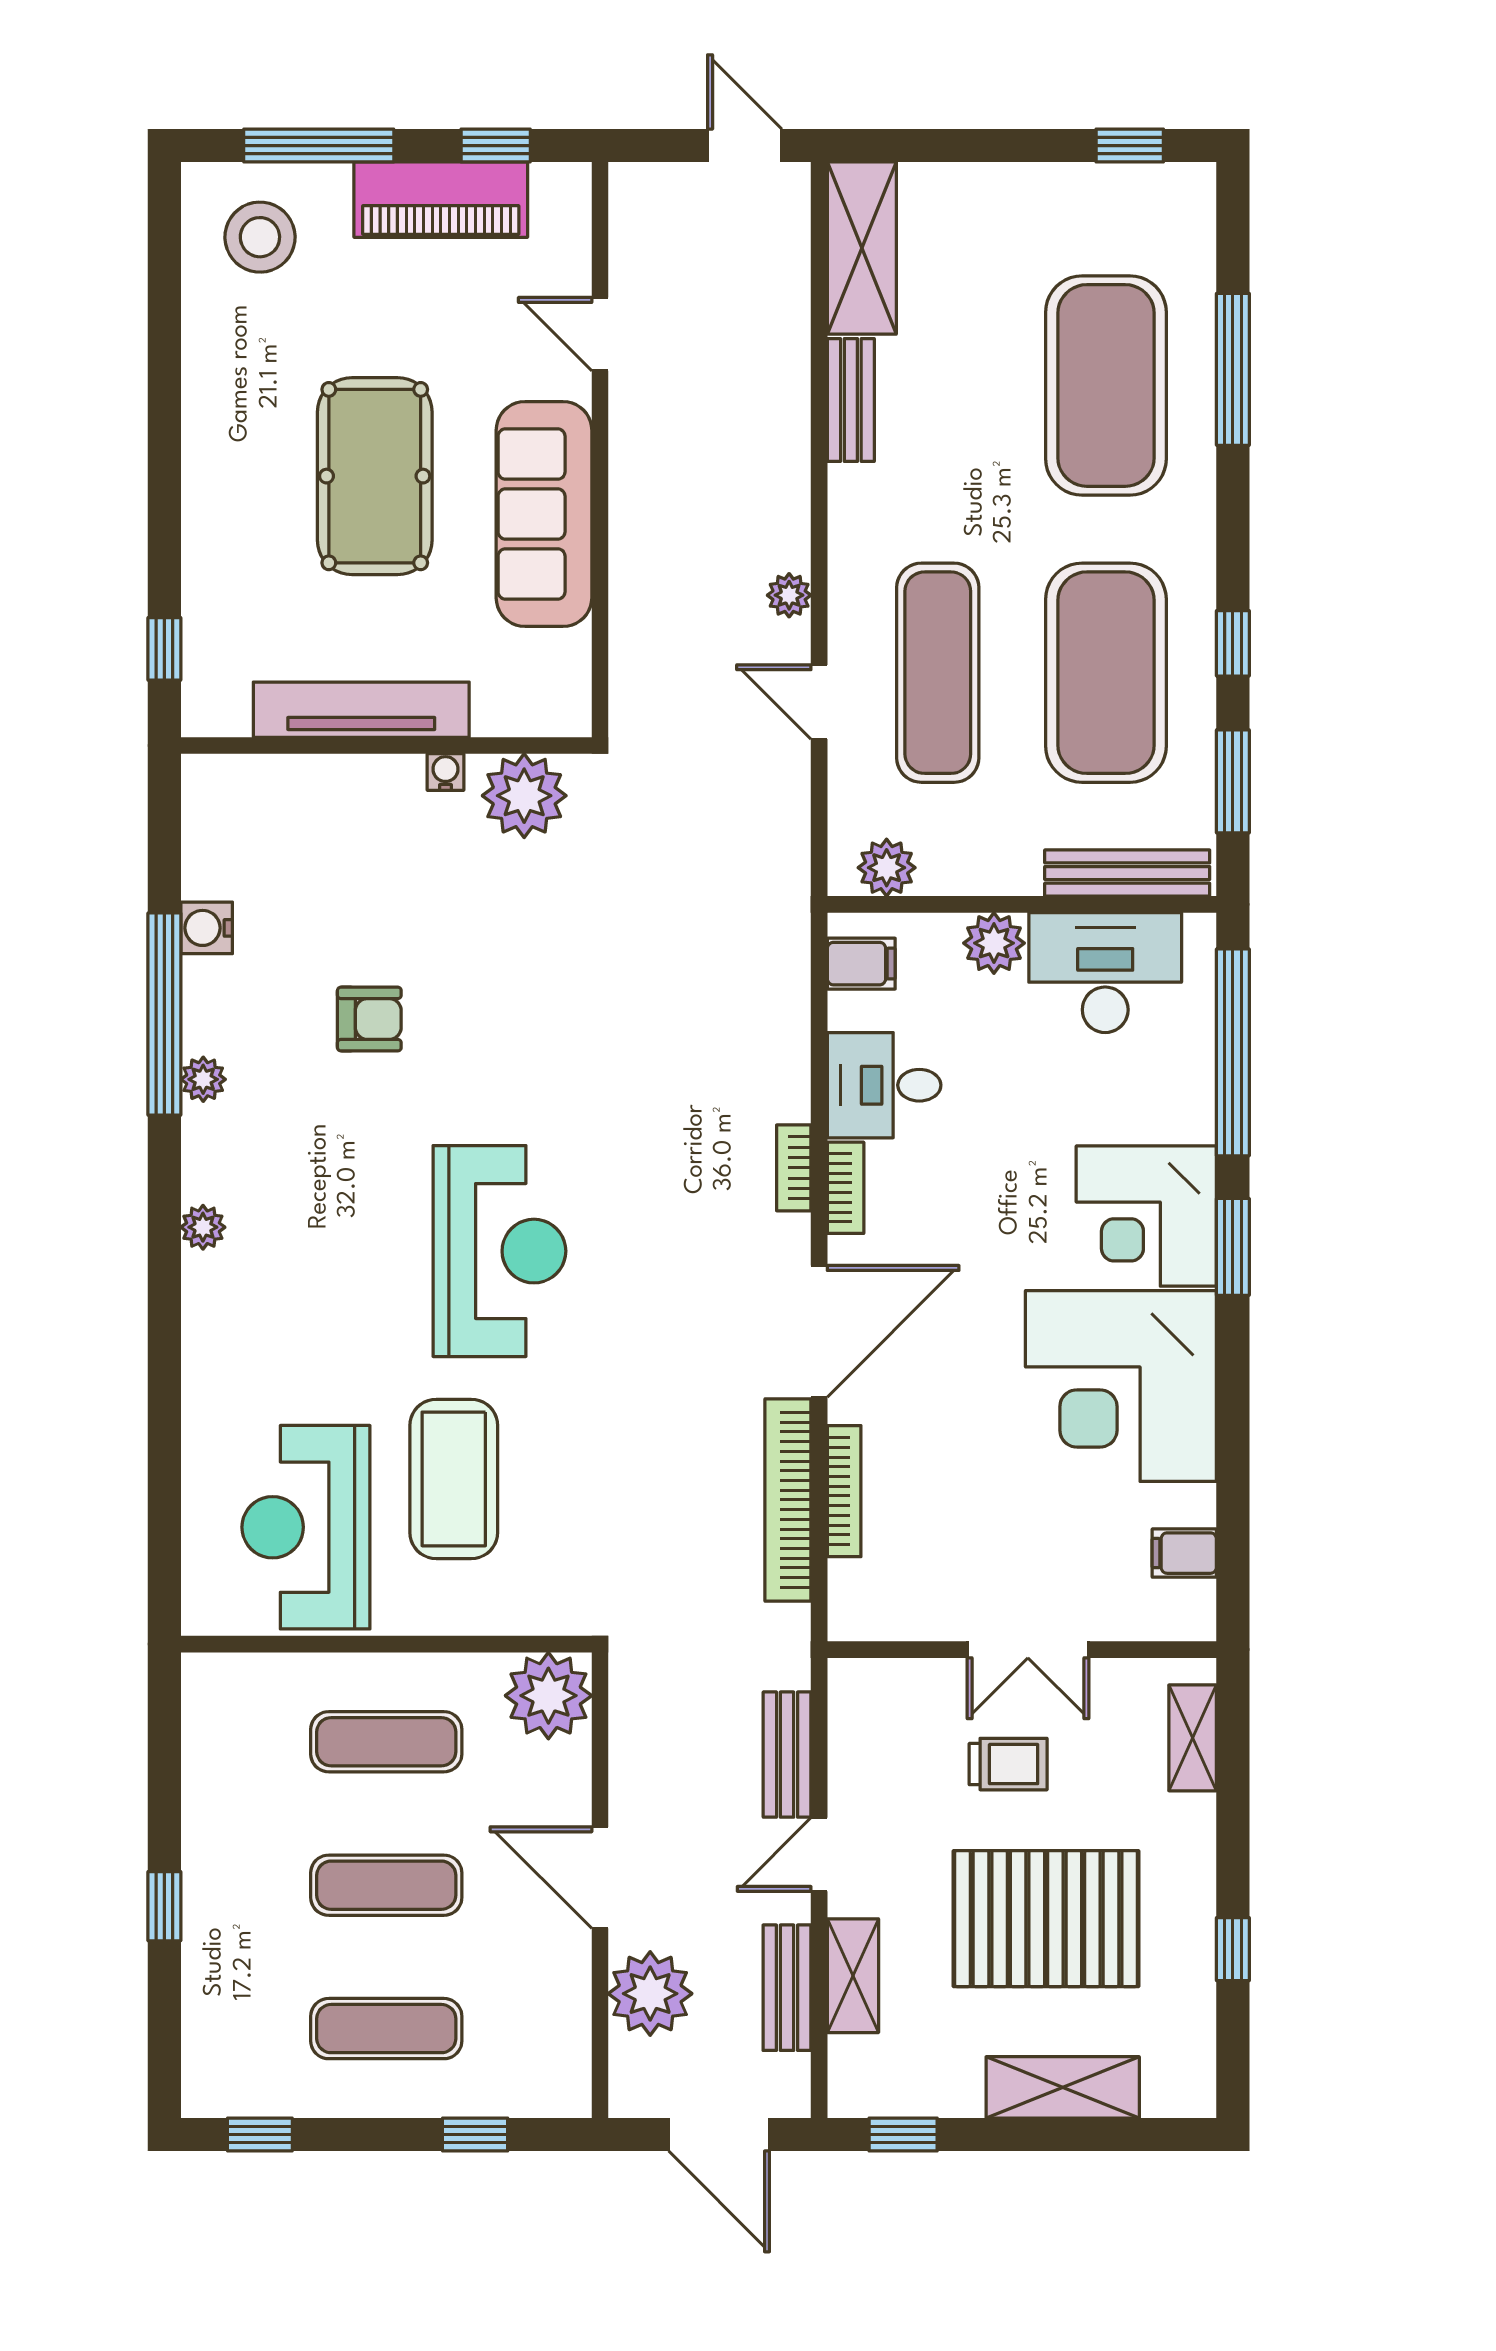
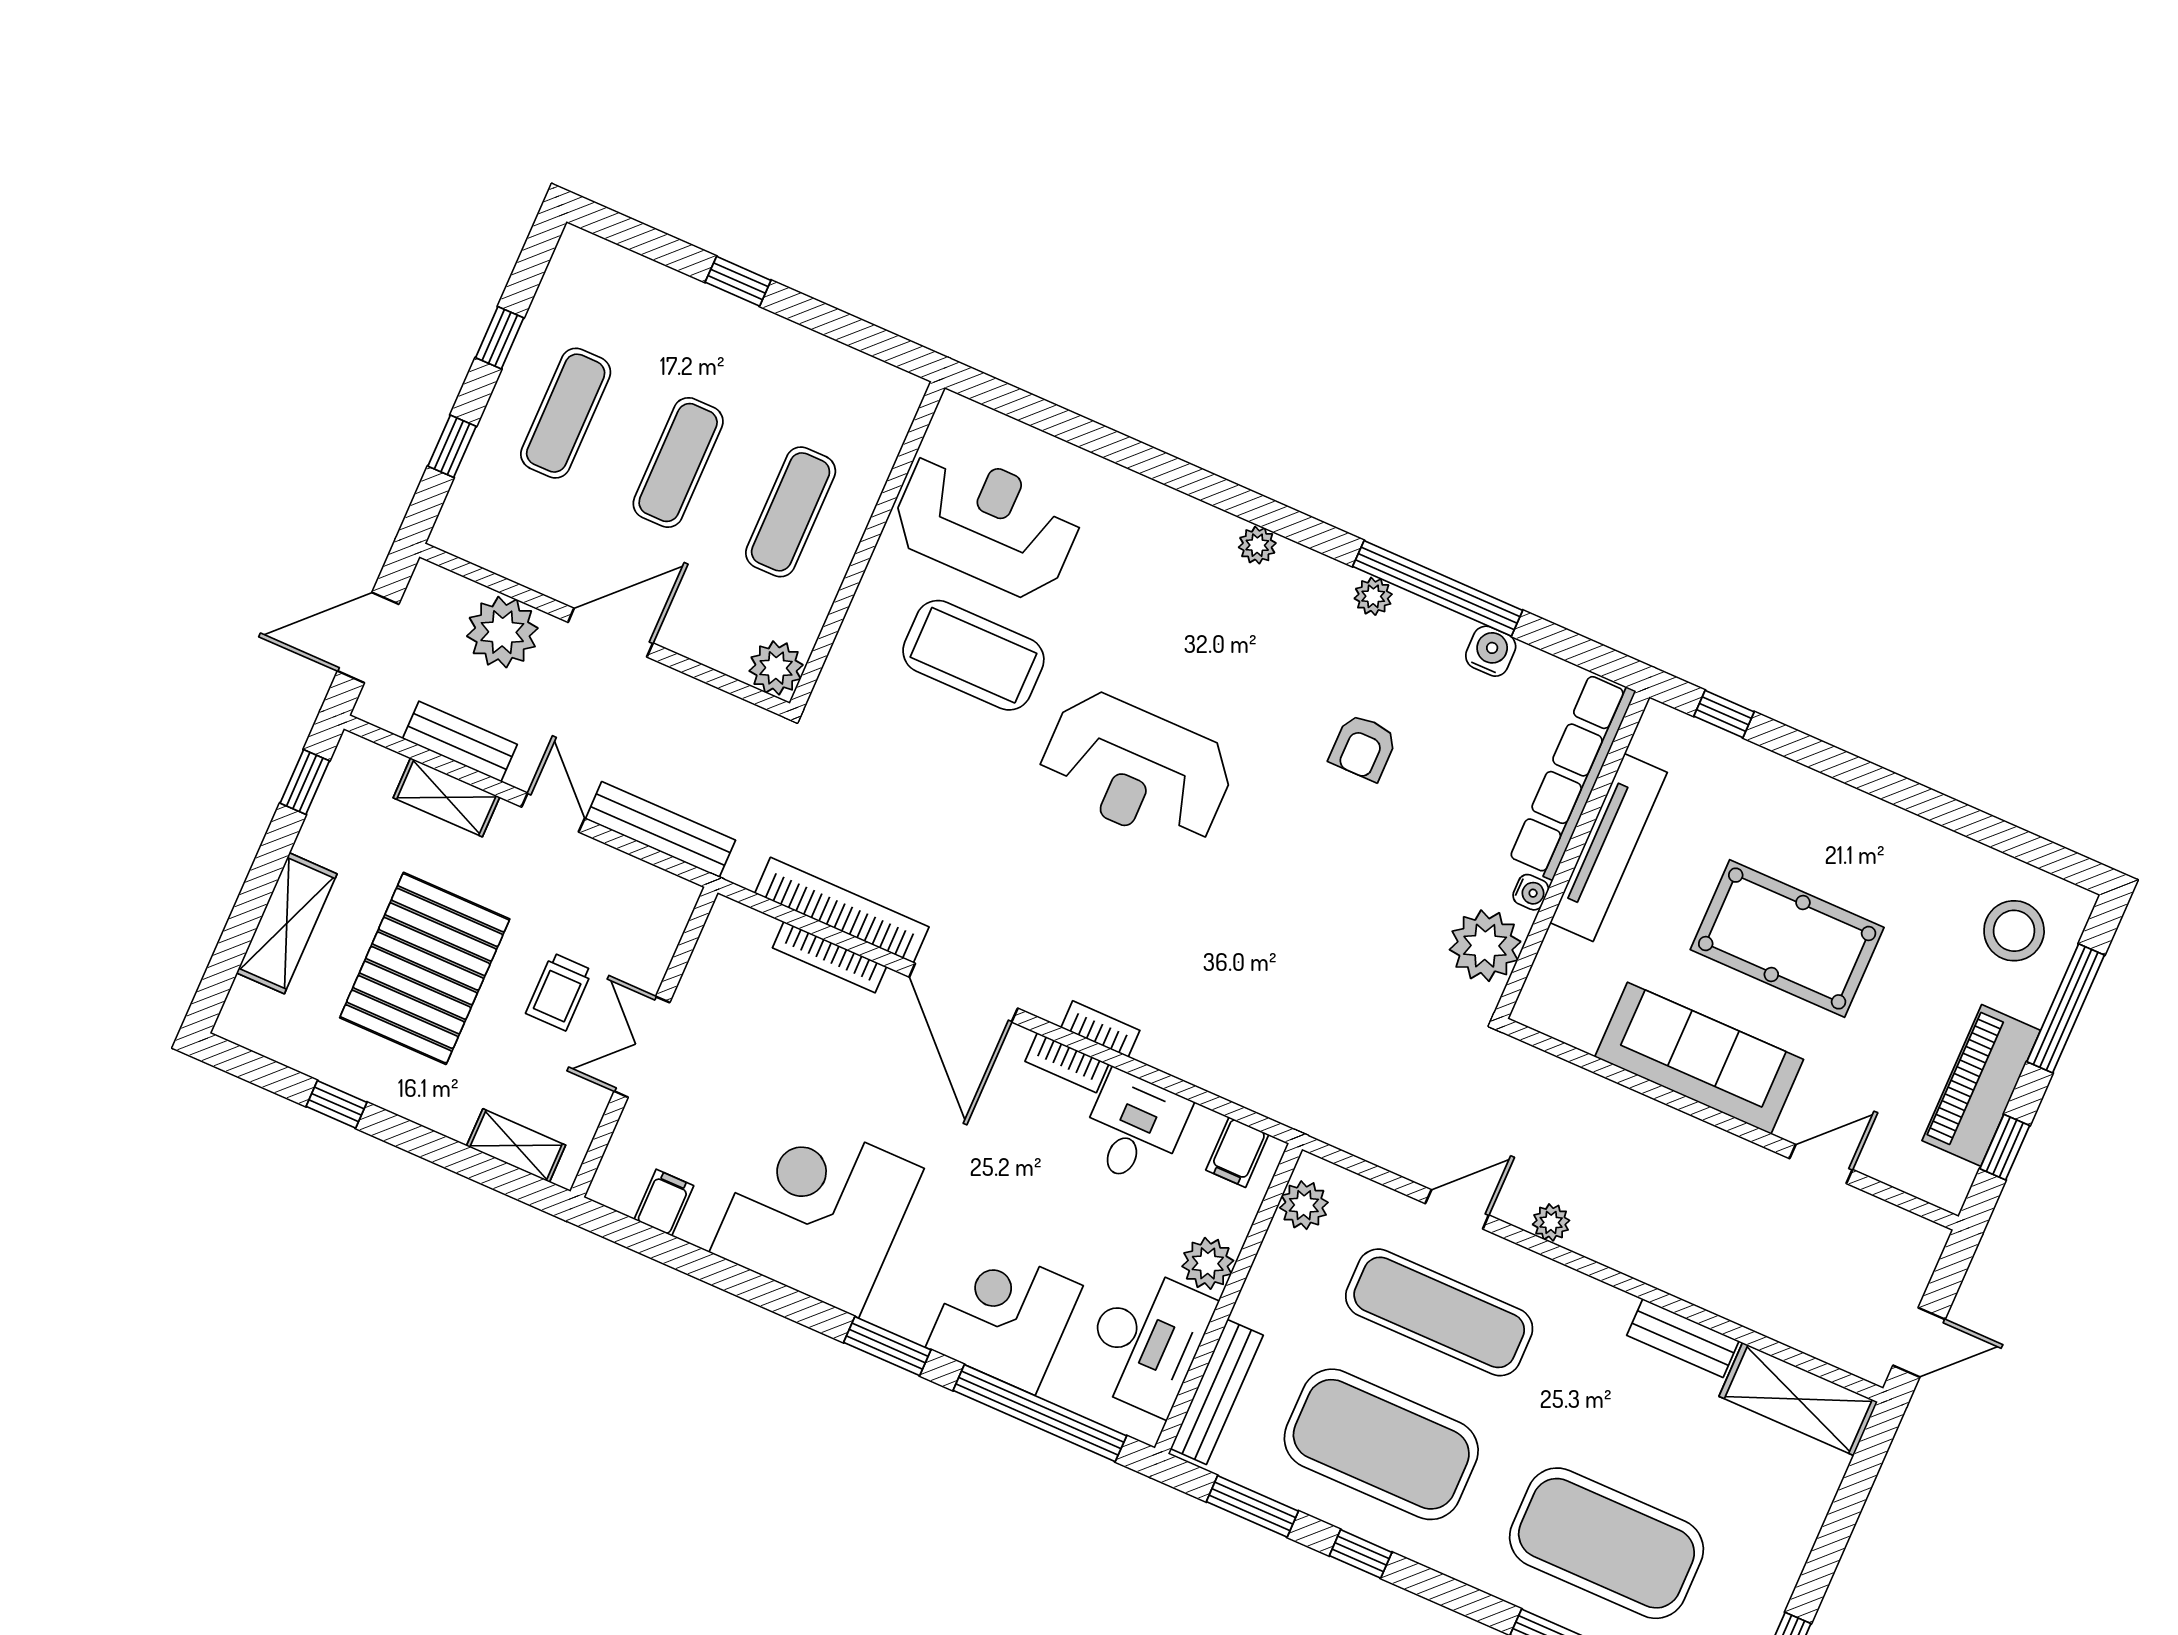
row of seats: (302, 782) -> (1572, 776), added
corner desk: (1146, 1216) -> (1004, 1317), moved
plant: (548, 1696) -> (776, 668), width x0.73, depth x0.73
bench: (787, 1755) -> (660, 830), width x1.36
window: (260, 2134) -> (500, 338), moved

